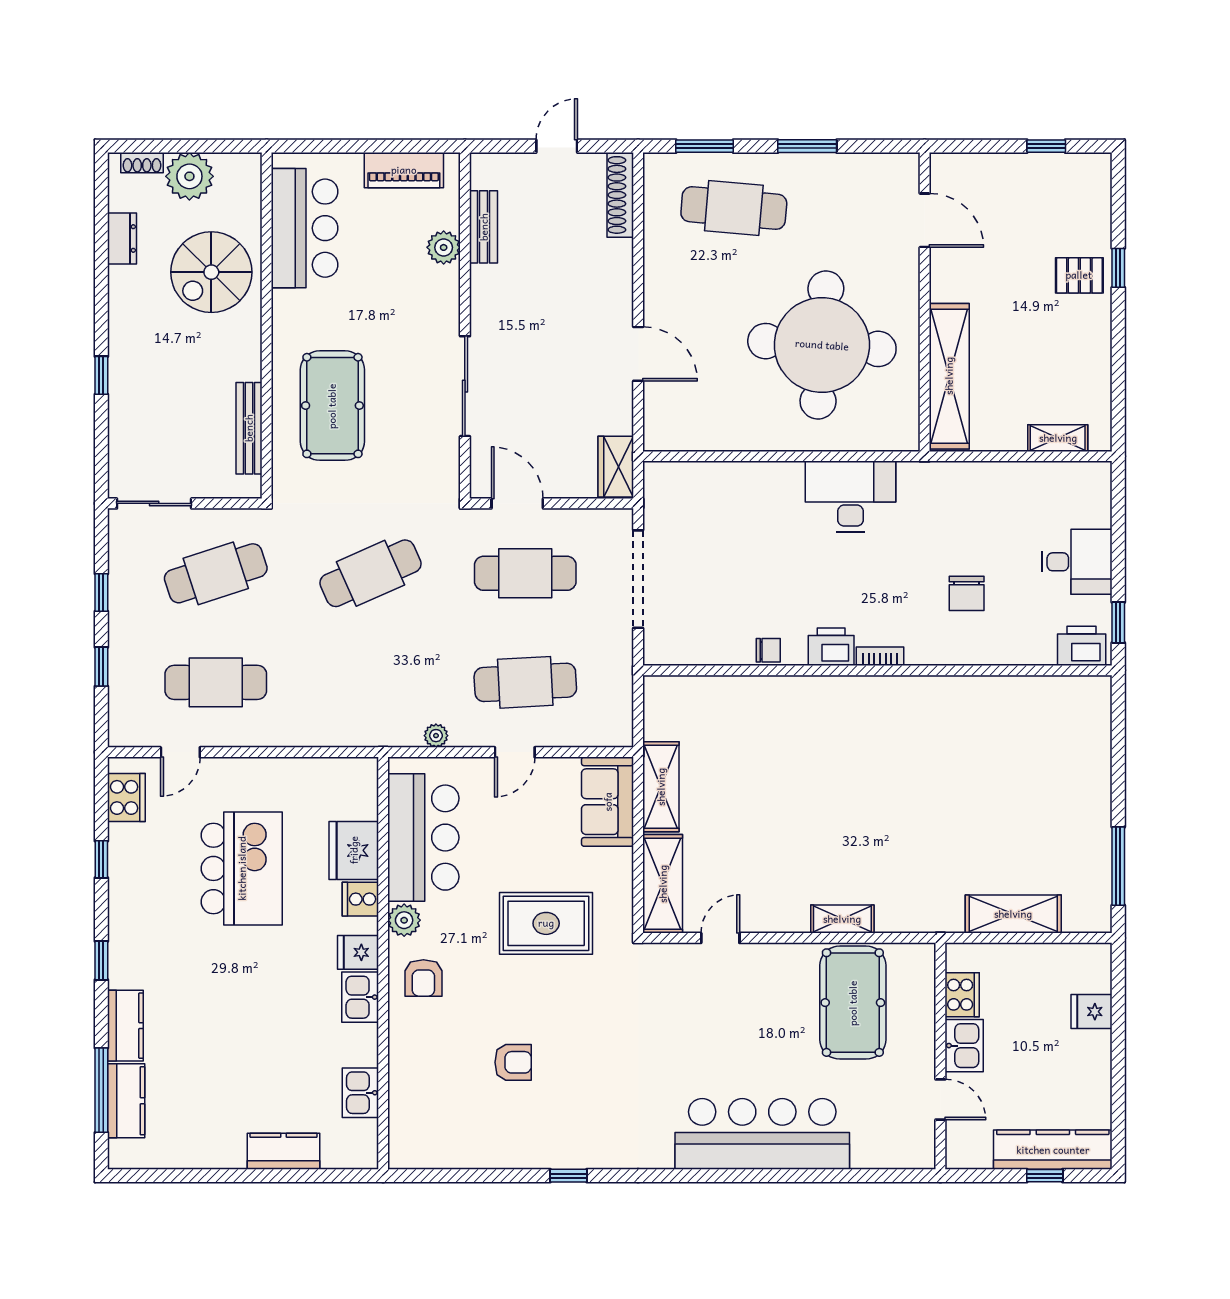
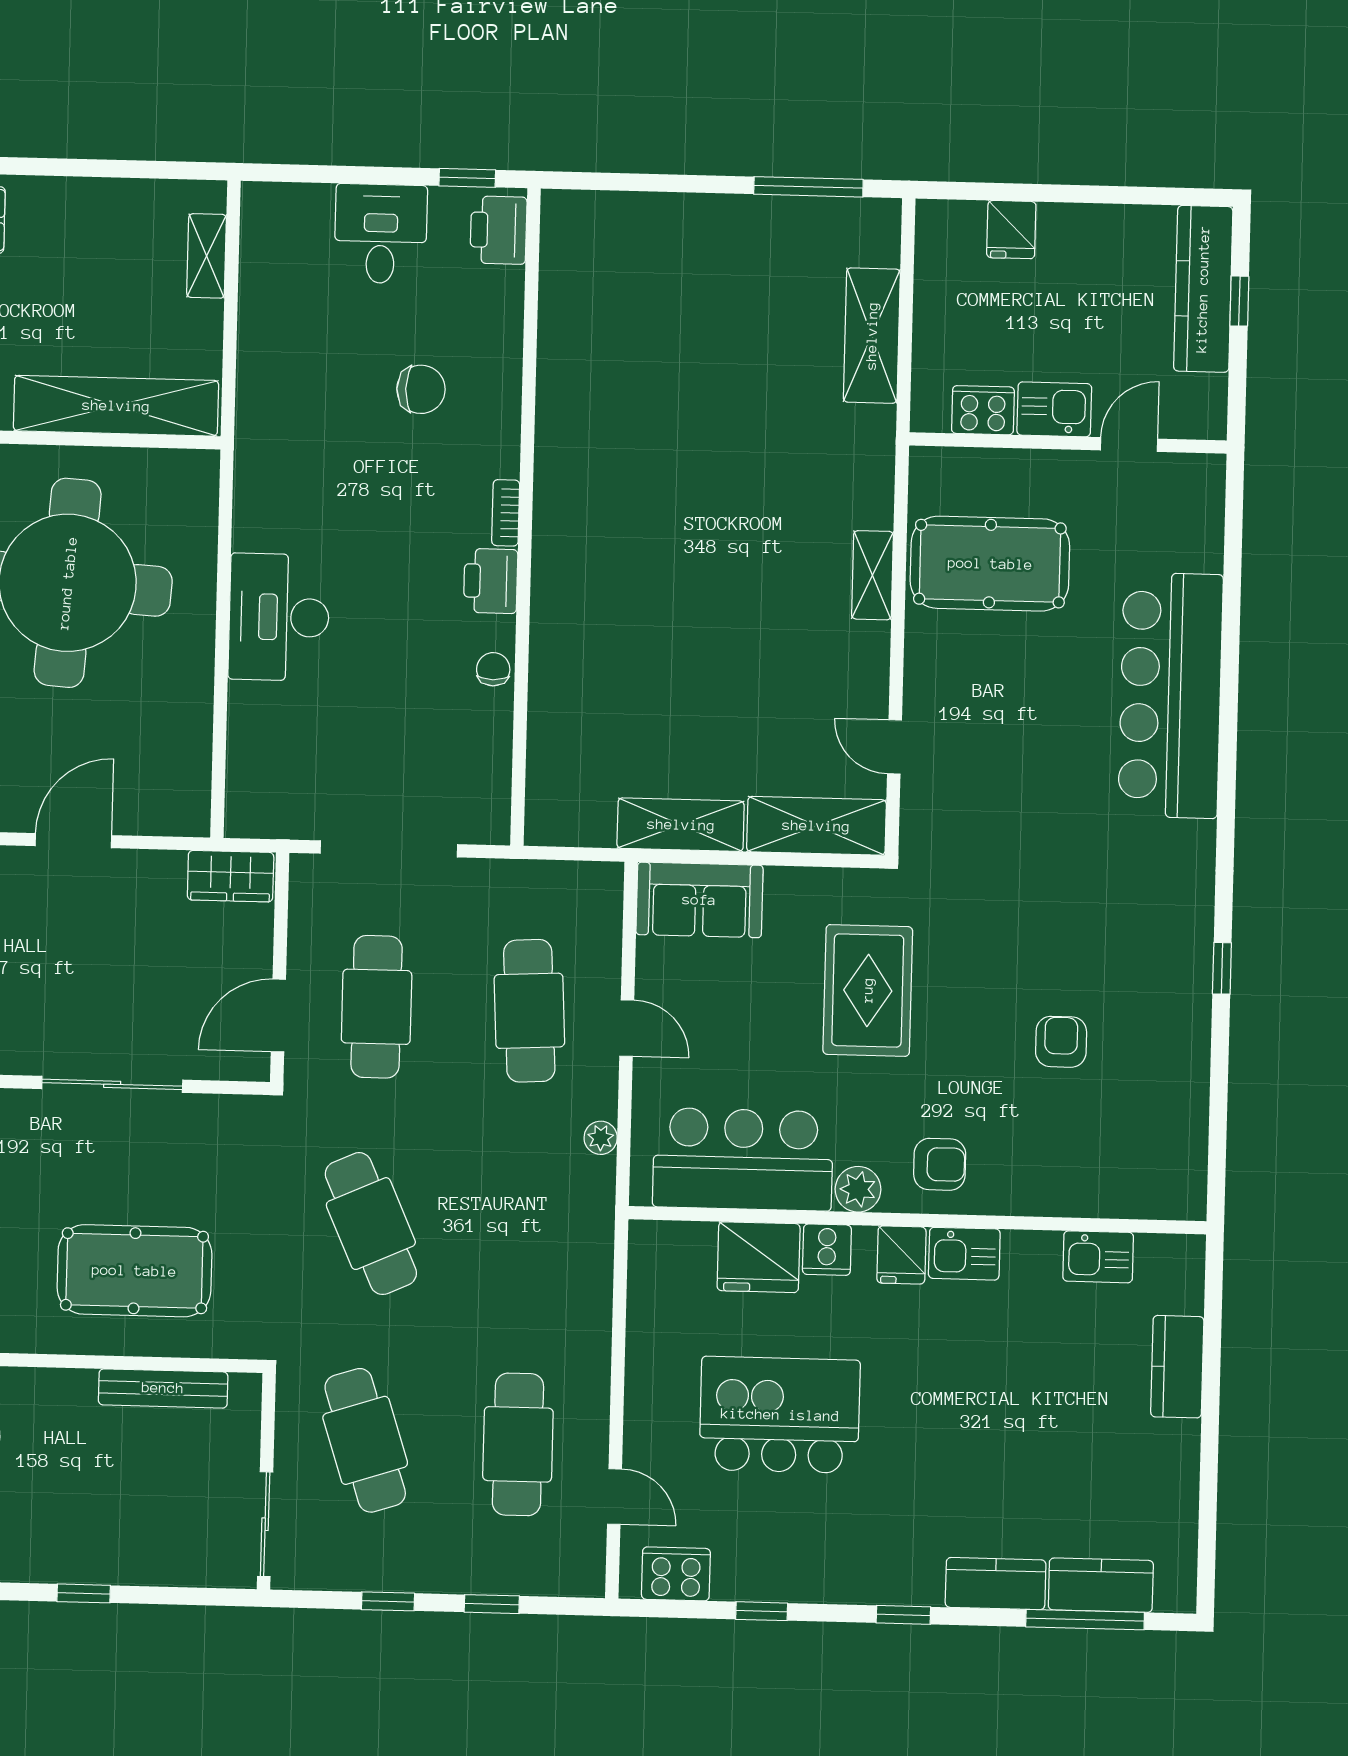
desk: (851, 496) -> (279, 617), moved

